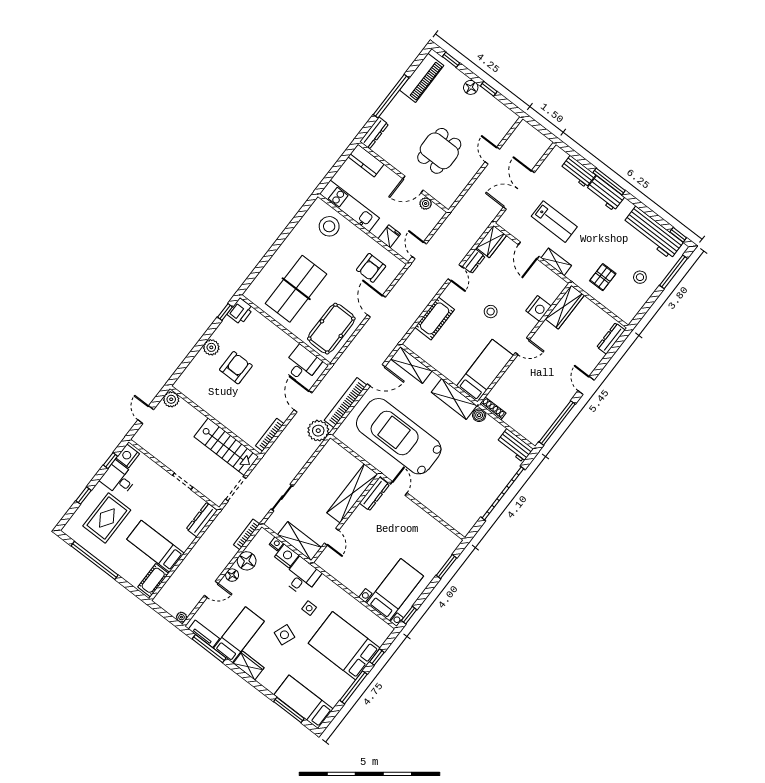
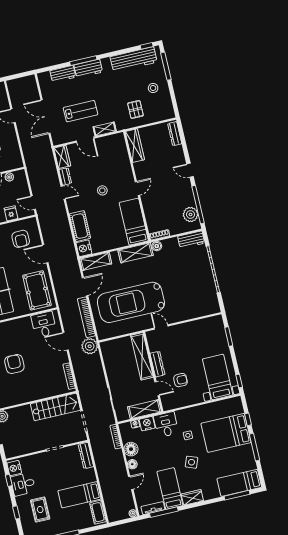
nightstand: (539, 308) -> (84, 248), moved, turned 180
plant: (541, 423) -> (191, 214), added
dresser: (374, 494) -> (157, 364), moved
rug: (107, 518) -> (40, 510), width x0.73, depth x0.70
armchair: (360, 554) -> (180, 380), added

